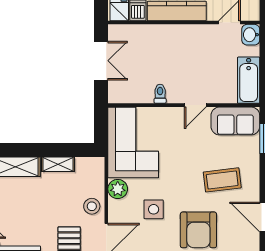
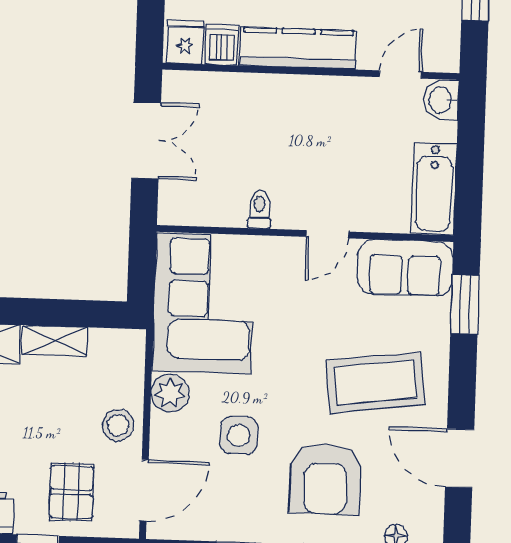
coffee table: (222, 180) -> (375, 383), width x1.36, depth x1.32

